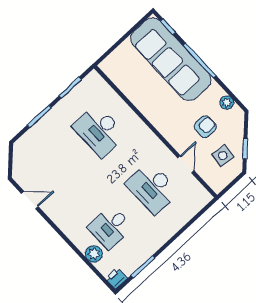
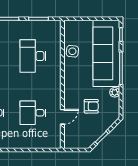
plant: (227, 103) -> (115, 92), moved
side table: (223, 156) -> (72, 51), moved
desk: (152, 188) -> (33, 113), width x0.73

